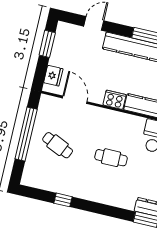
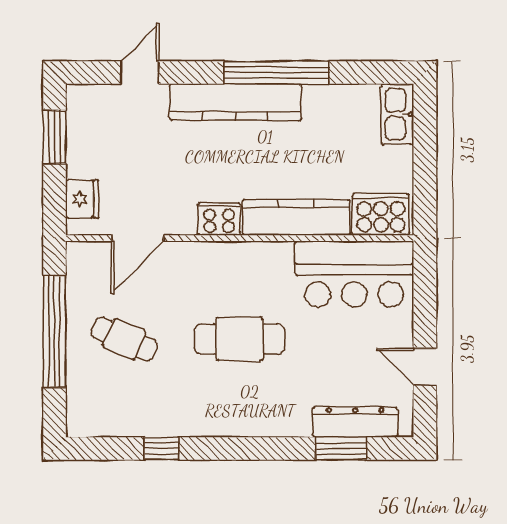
door: (75, 100) -> (138, 238), swing flipped
cafe table: (111, 158) -> (240, 339), width x1.37, depth x1.35

